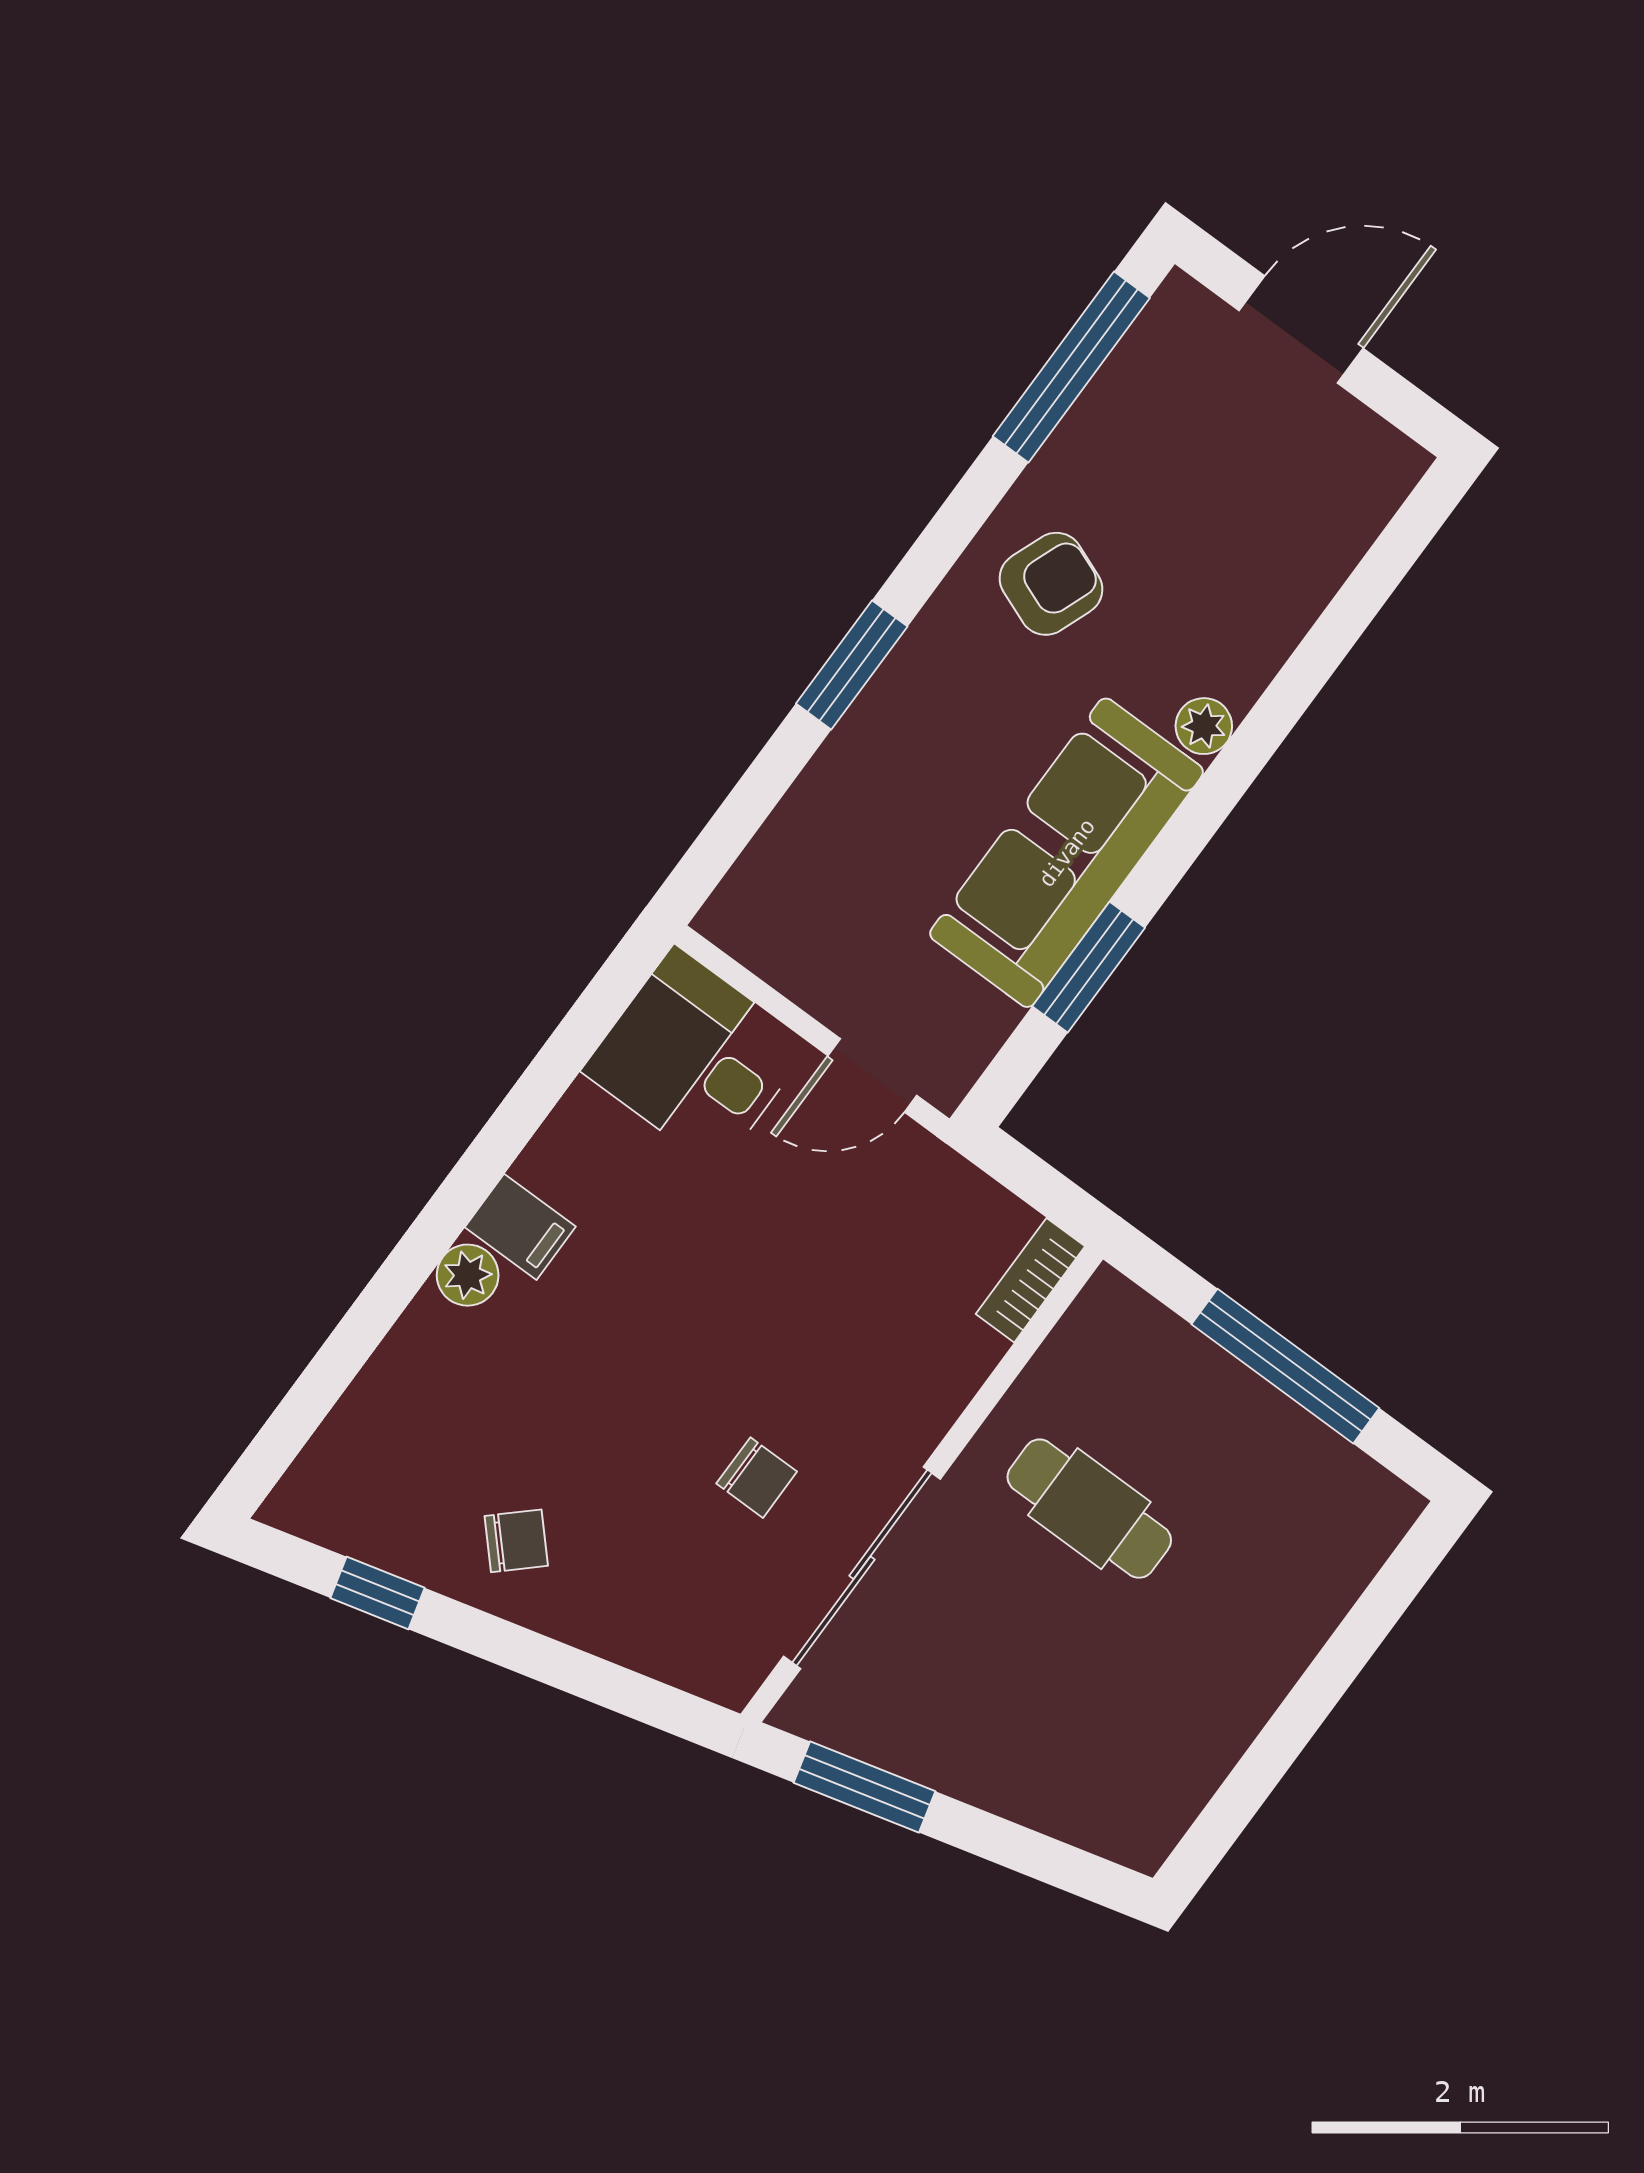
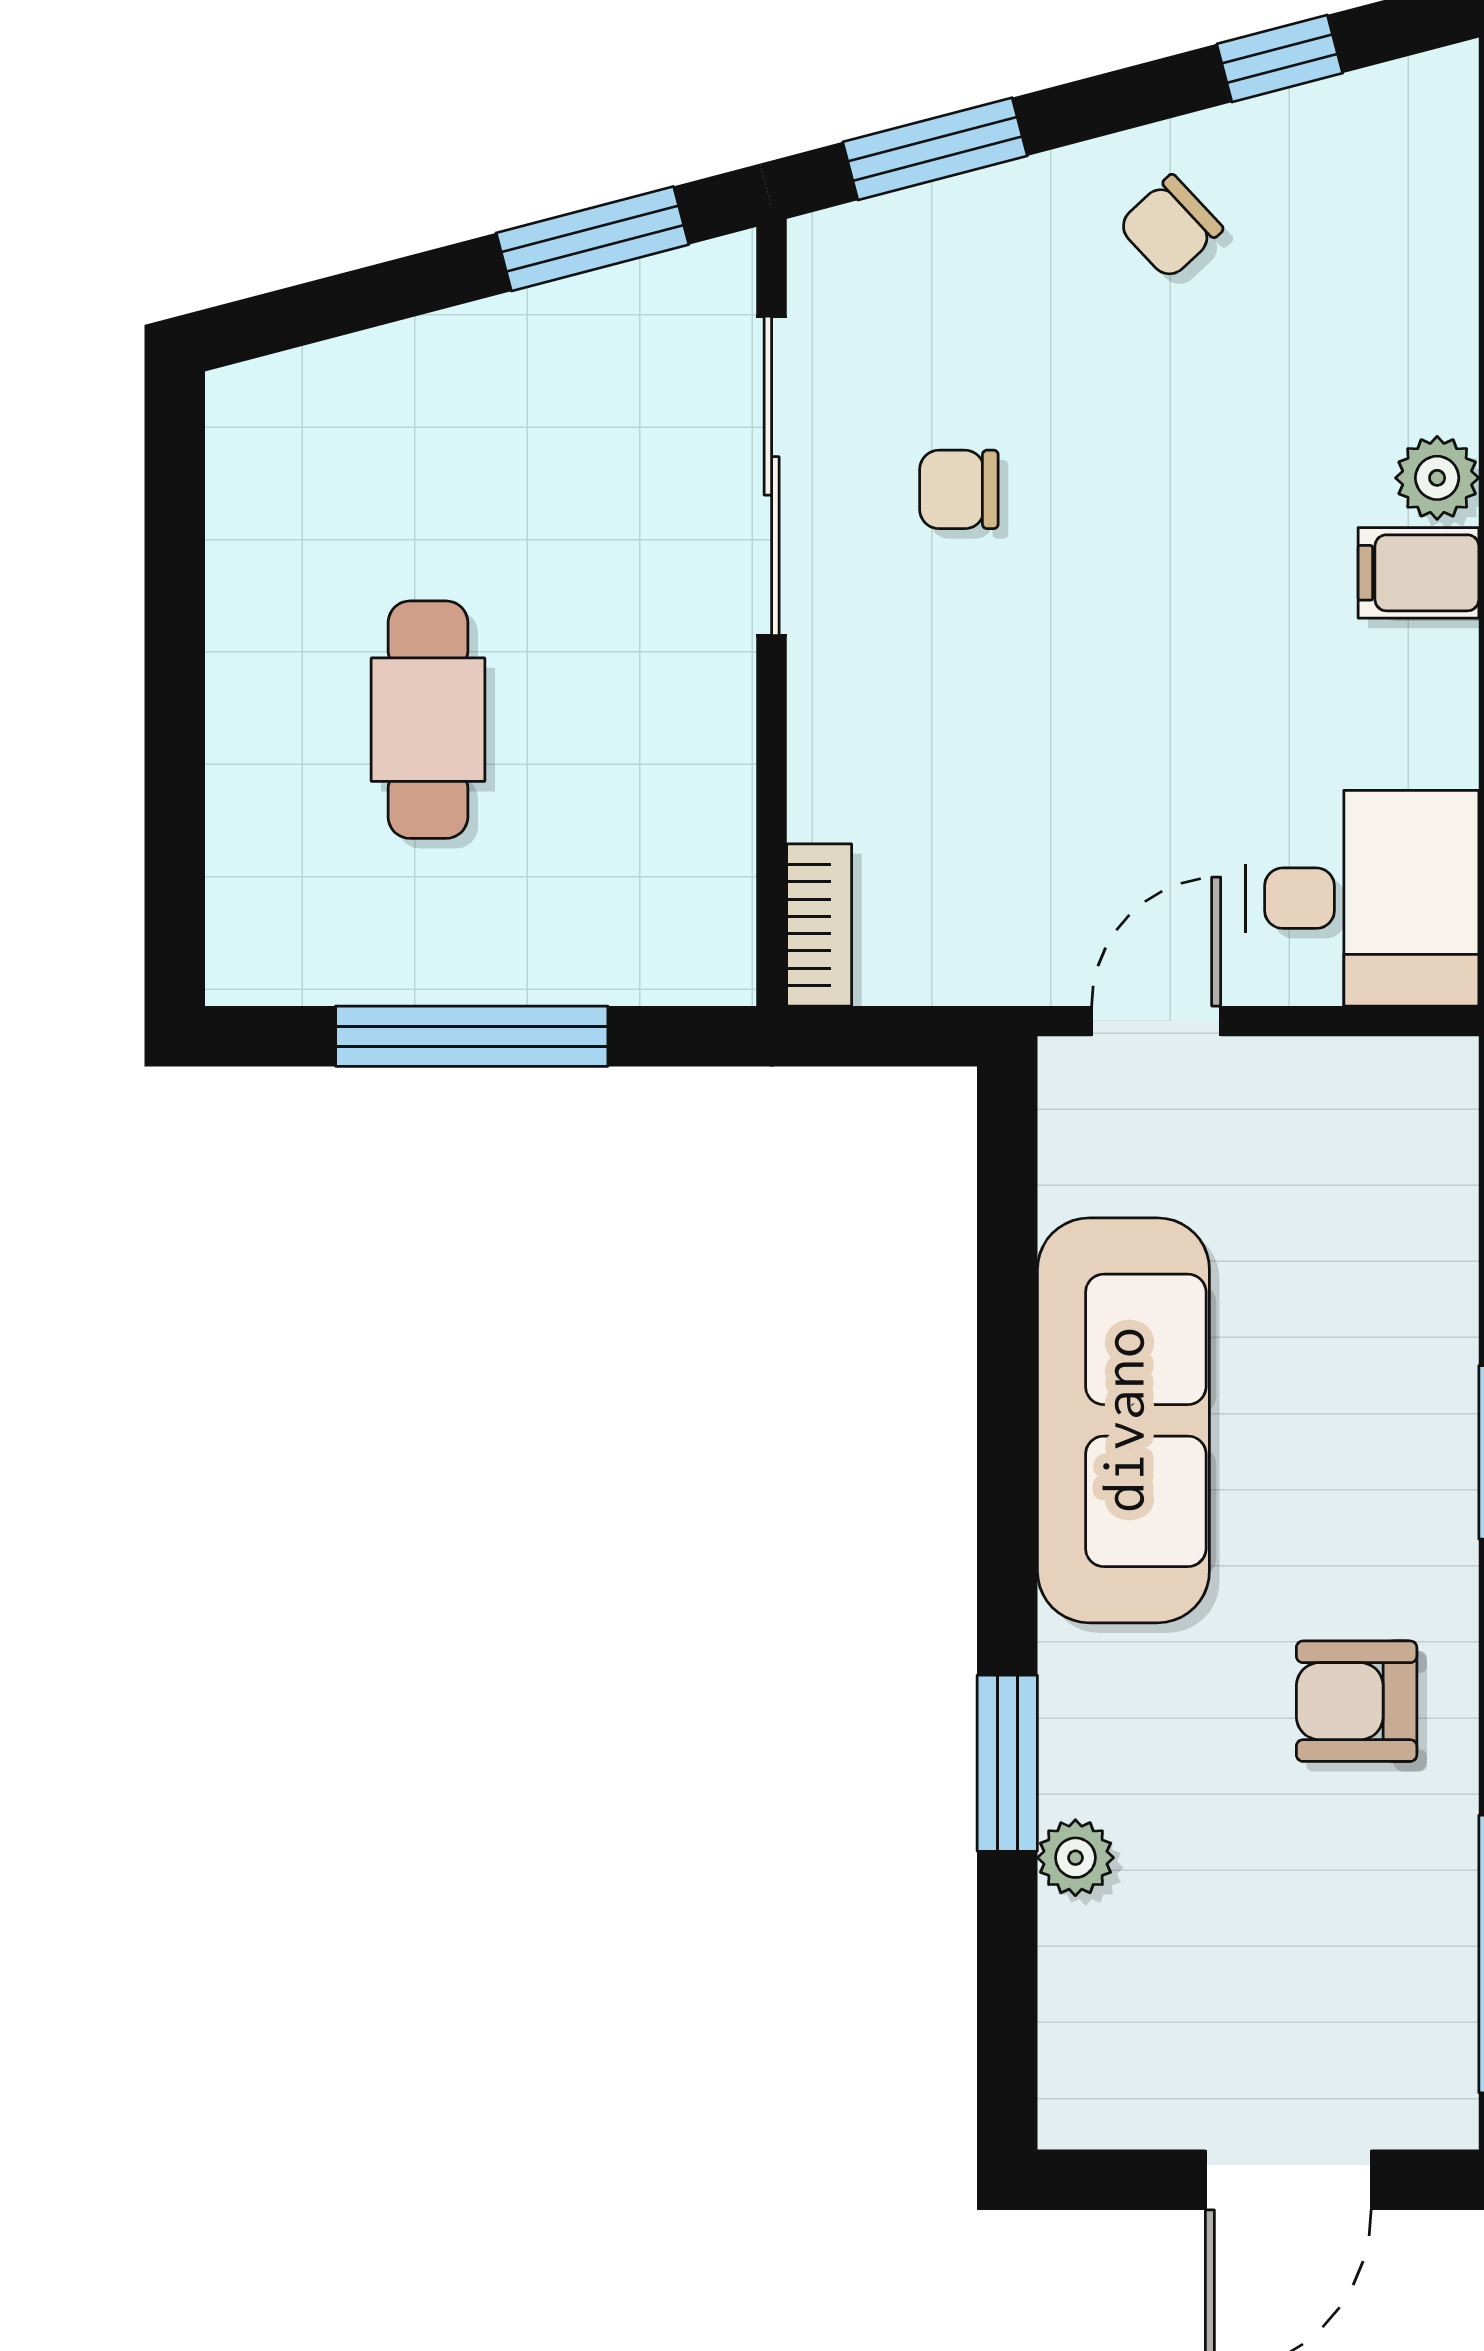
armchair: (1051, 584) -> (1357, 1701), turned 69
plant: (1204, 726) -> (1075, 1858), moved
window: (1089, 967) -> (1007, 1763), moved
cafe table: (1089, 1509) -> (428, 720), moved, turned 90
window: (622, 1690) -> (935, 149), added

